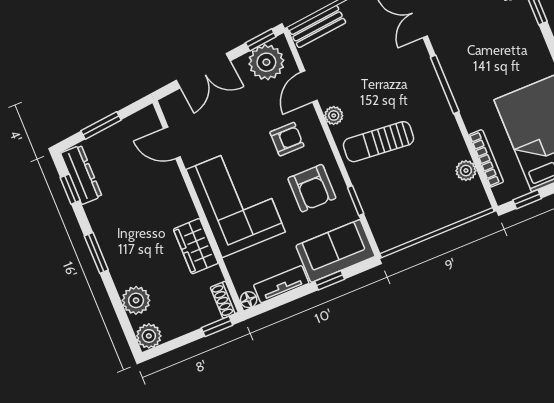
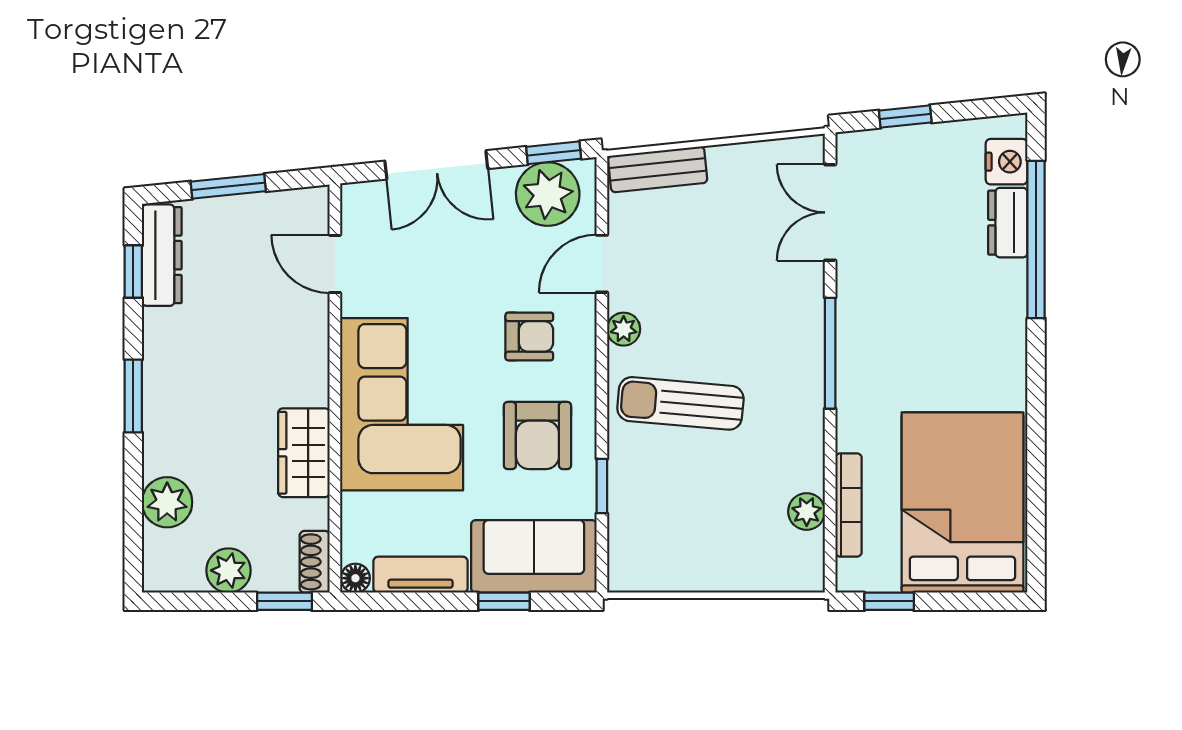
plant: (149, 336) -> (228, 570), moved

